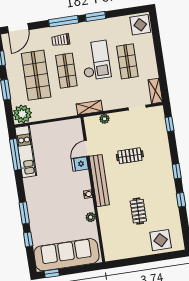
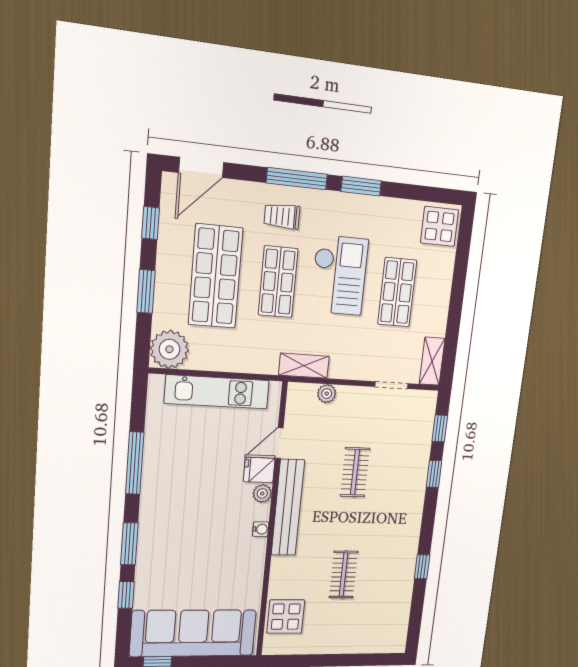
kitchen unit: (26, 152) -> (217, 392), moved, turned 90
window: (15, 154) -> (135, 463), moved
clothes rail: (130, 156) -> (355, 472), turned 90
window: (177, 171) -> (434, 474), moved
plant: (91, 217) -> (262, 493), moved
display table: (161, 240) -> (286, 617), moved

